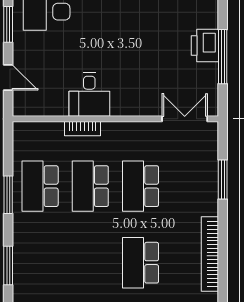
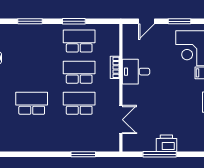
double door: (185, 119) -> (121, 120), moved
bookcase: (210, 254) -> (37, 146), removed

